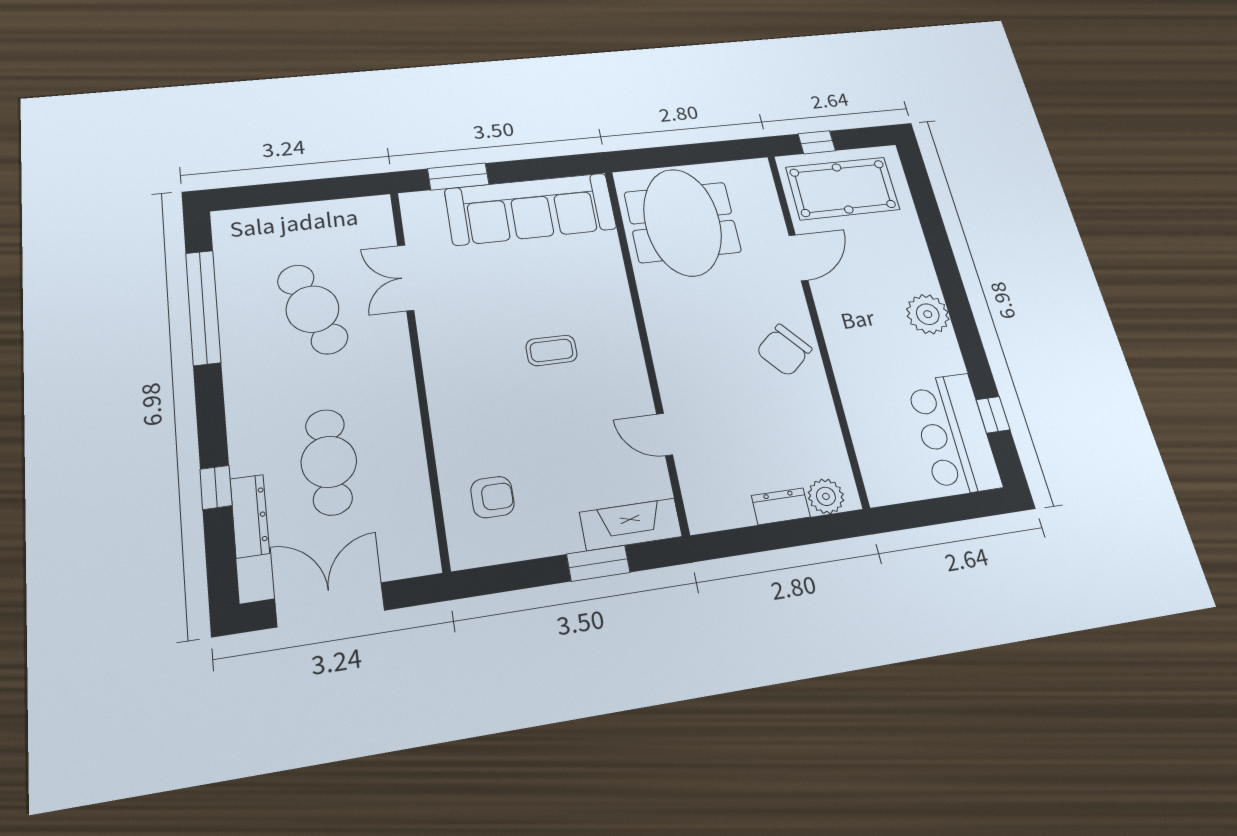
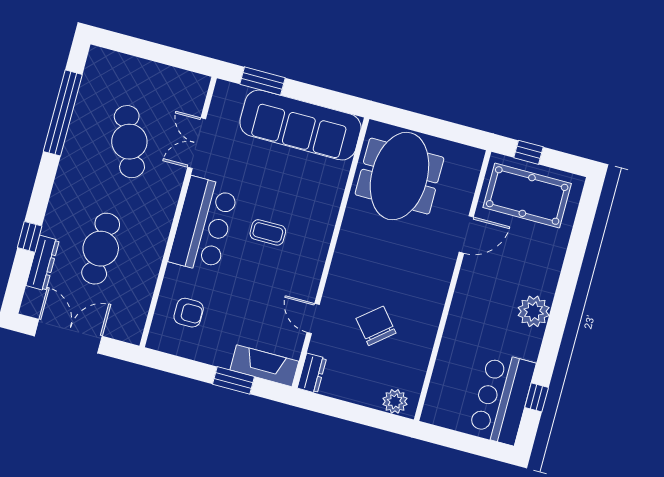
chair: (784, 350) -> (376, 326), moved, turned 91
bar counter: (461, 374) -> (203, 225), added
dresser: (781, 506) -> (312, 373), moved, turned 90

